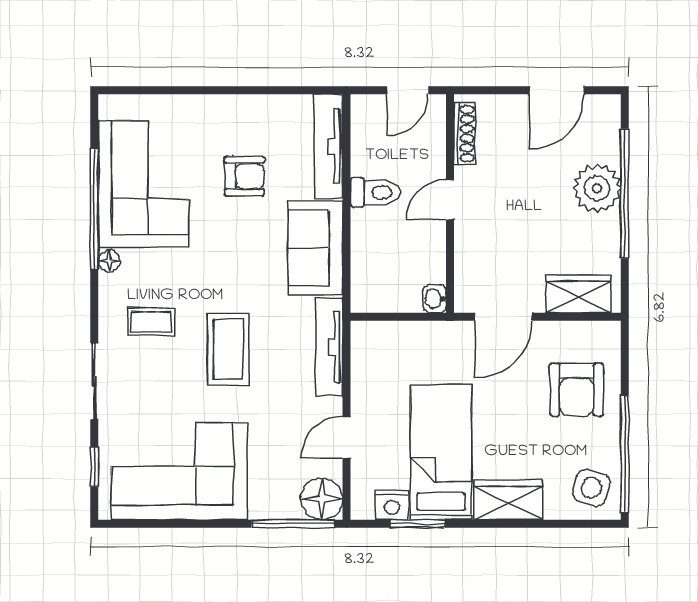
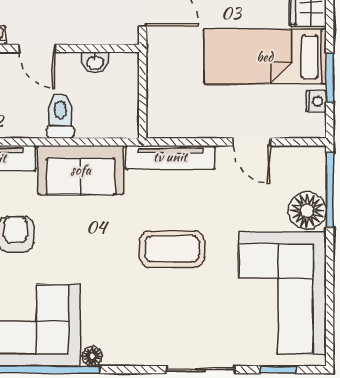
toilet: (375, 192) -> (60, 116), moved
washbasin: (435, 299) -> (95, 62), moved
coffee table: (151, 322) -> (147, 319), removed
floor lamp: (322, 499) -> (307, 211), moved
nightstand: (392, 505) -> (316, 101), width x0.72, depth x0.74

